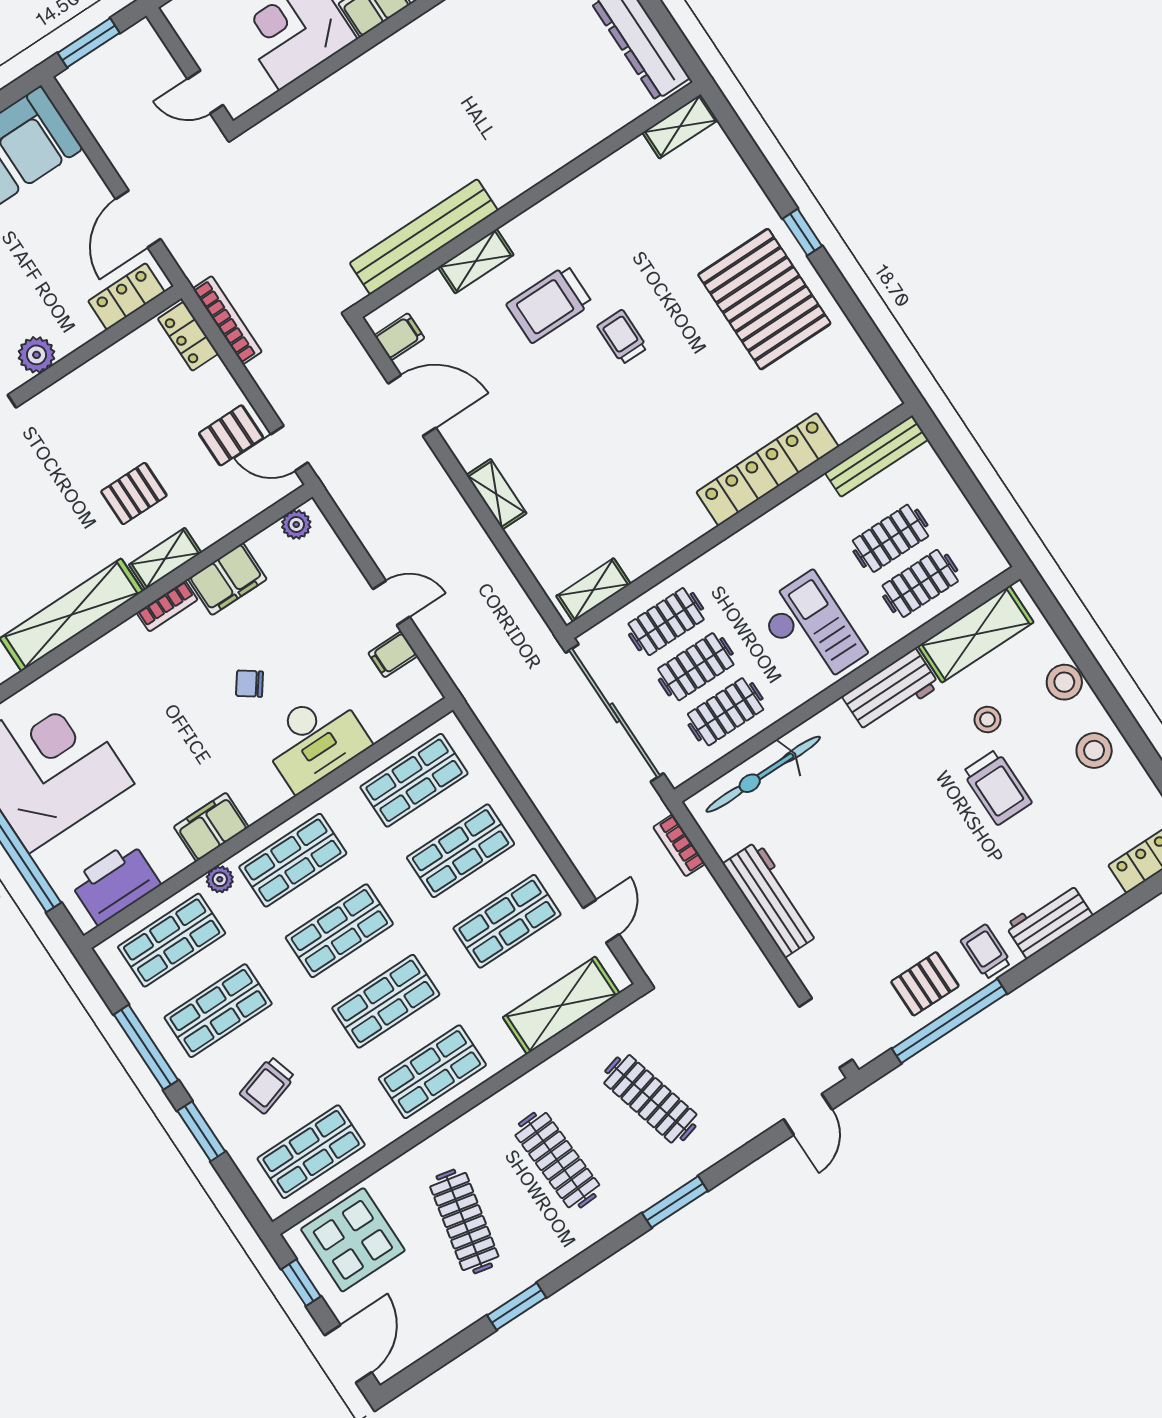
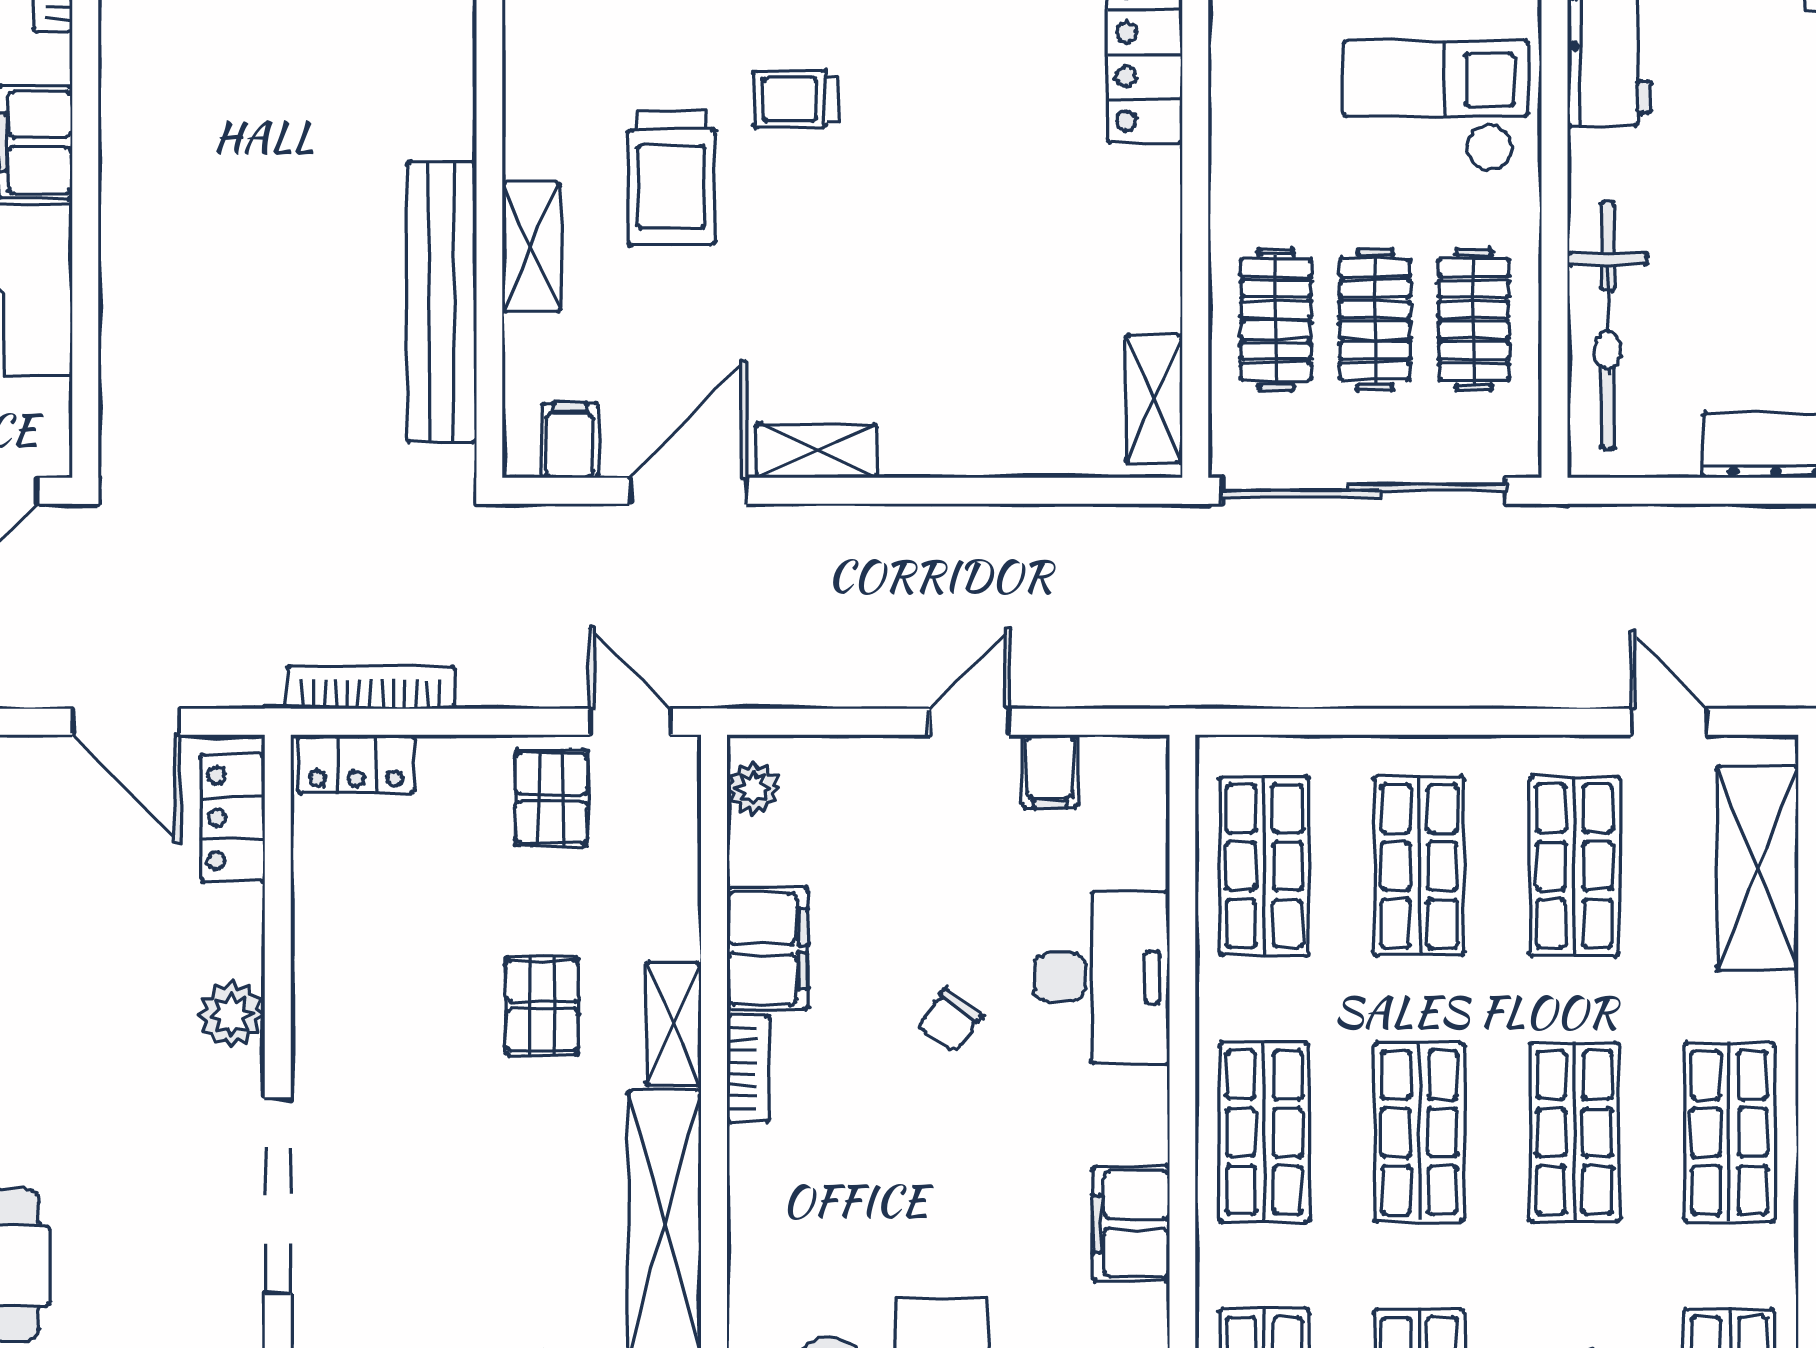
door: (289, 448) -> (630, 722), swing flipped
shelving: (496, 494) -> (816, 451), moved
bookcase: (679, 845) -> (1632, 526), removed
plant: (220, 879) -> (1220, 1264), removed

